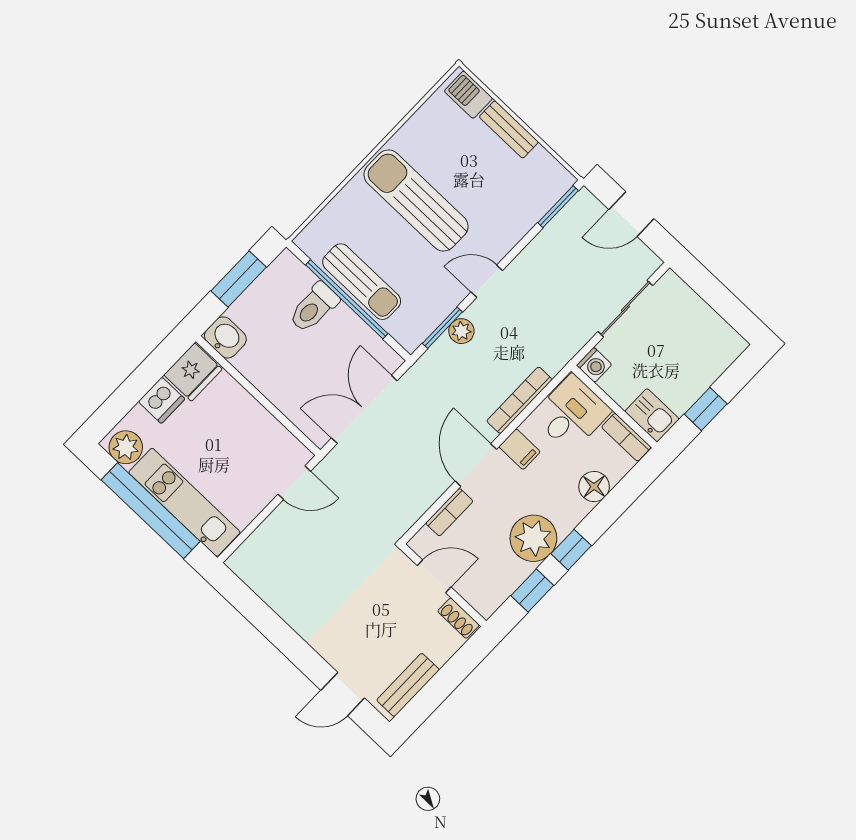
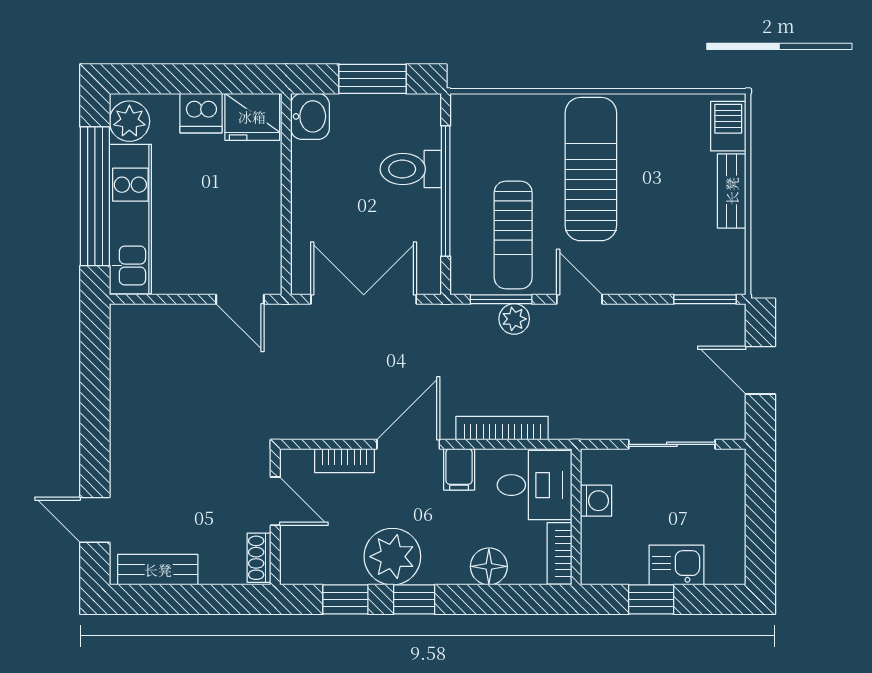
sun lounger: (362, 282) -> (513, 235), moved
washing machine: (594, 365) -> (596, 501), moved, turned -90
kitchen sink: (652, 415) -> (676, 565), moved, turned -90

